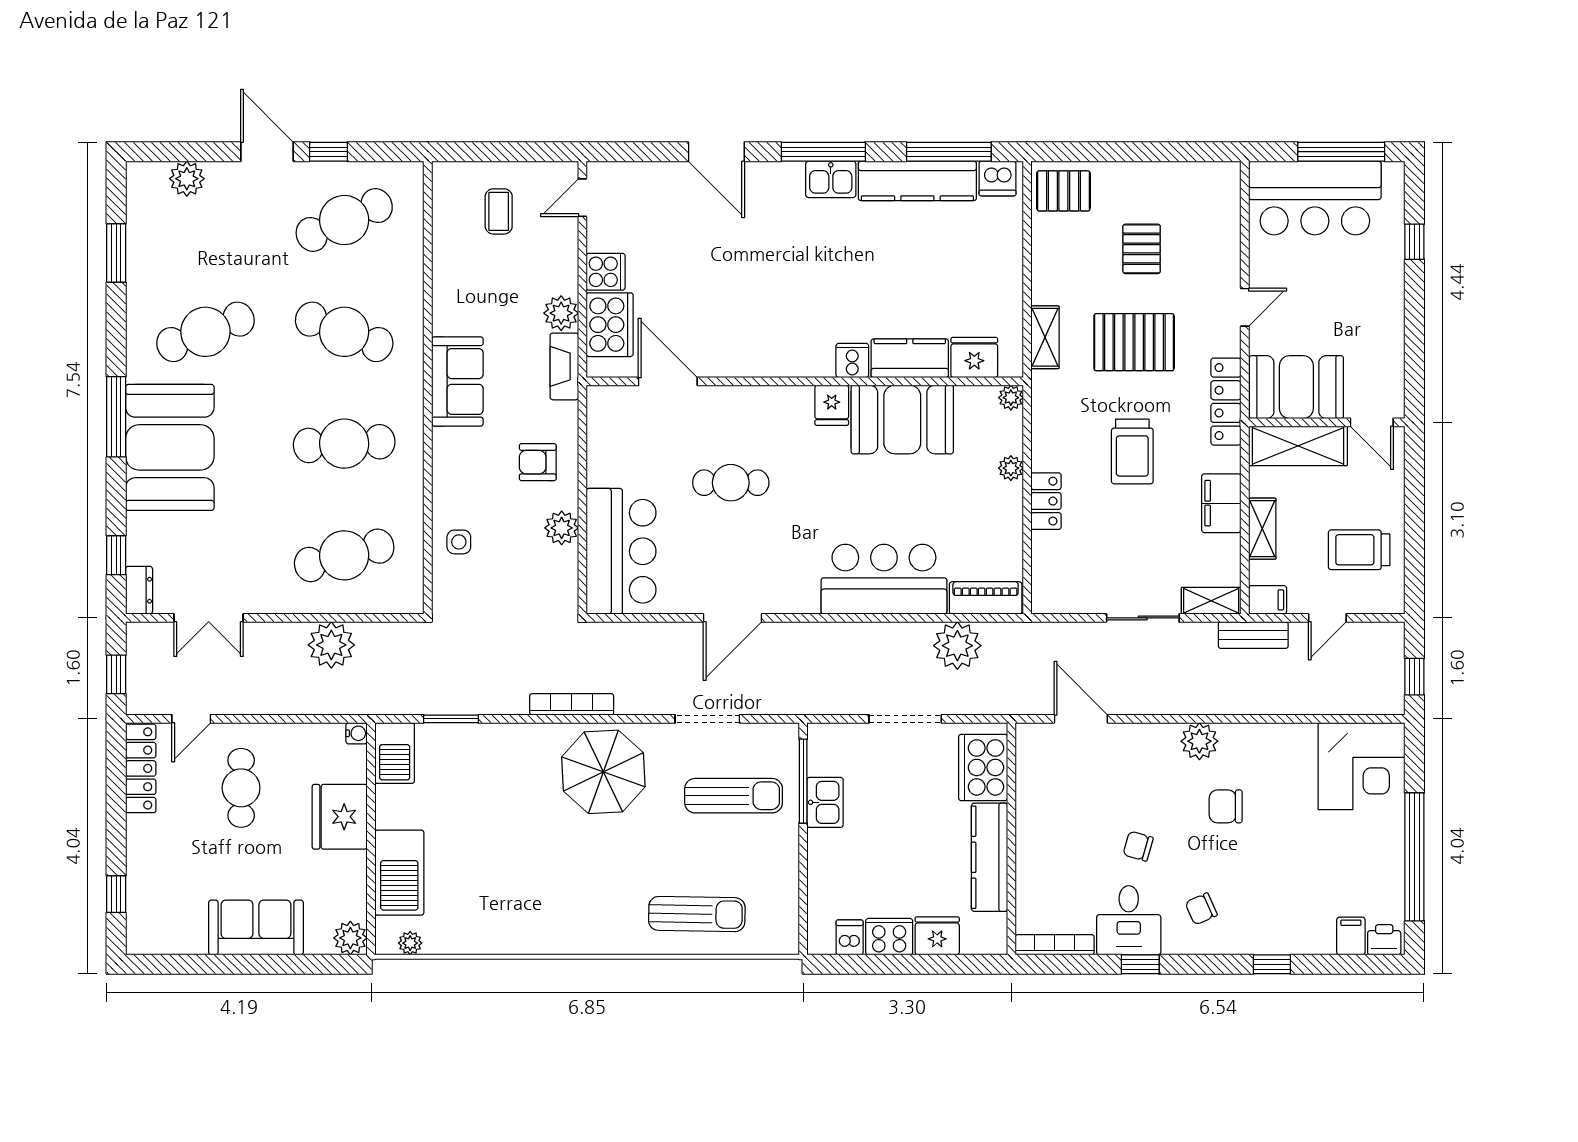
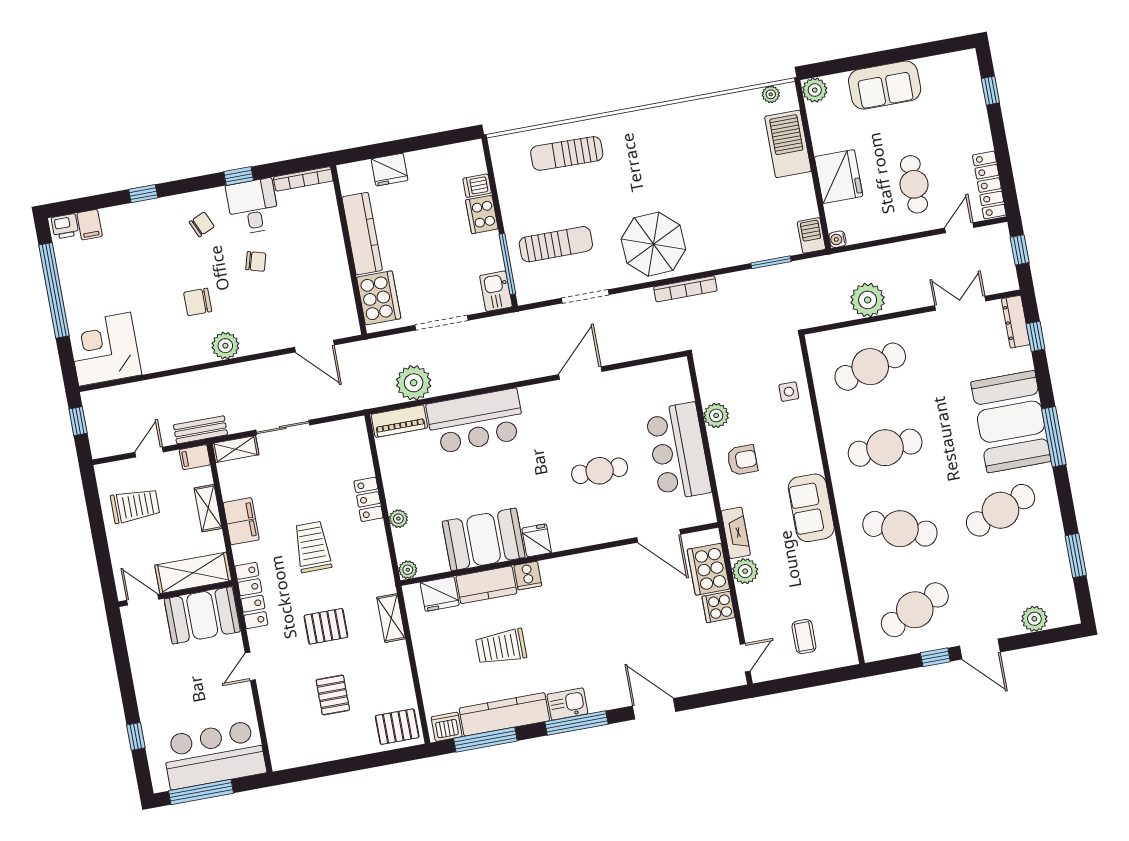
trolley: (905, 272) -> (501, 647), added
pallet: (1134, 342) -> (326, 626), width x0.67, depth x0.71
bar counter: (621, 551) -> (678, 451), moved
dresser: (139, 590) -> (1016, 322), width x1.44
barbecue: (395, 753) -> (811, 235), width x0.73, depth x0.79
sun lounger: (734, 796) -> (556, 244), turned 180
kitchen sink: (825, 802) -> (496, 291), moved
chair: (1226, 806) -> (198, 302), turned 180
dishwasher: (850, 937) -> (477, 186), moved, turned 90
cooker: (889, 937) -> (482, 214), moved, turned 90

